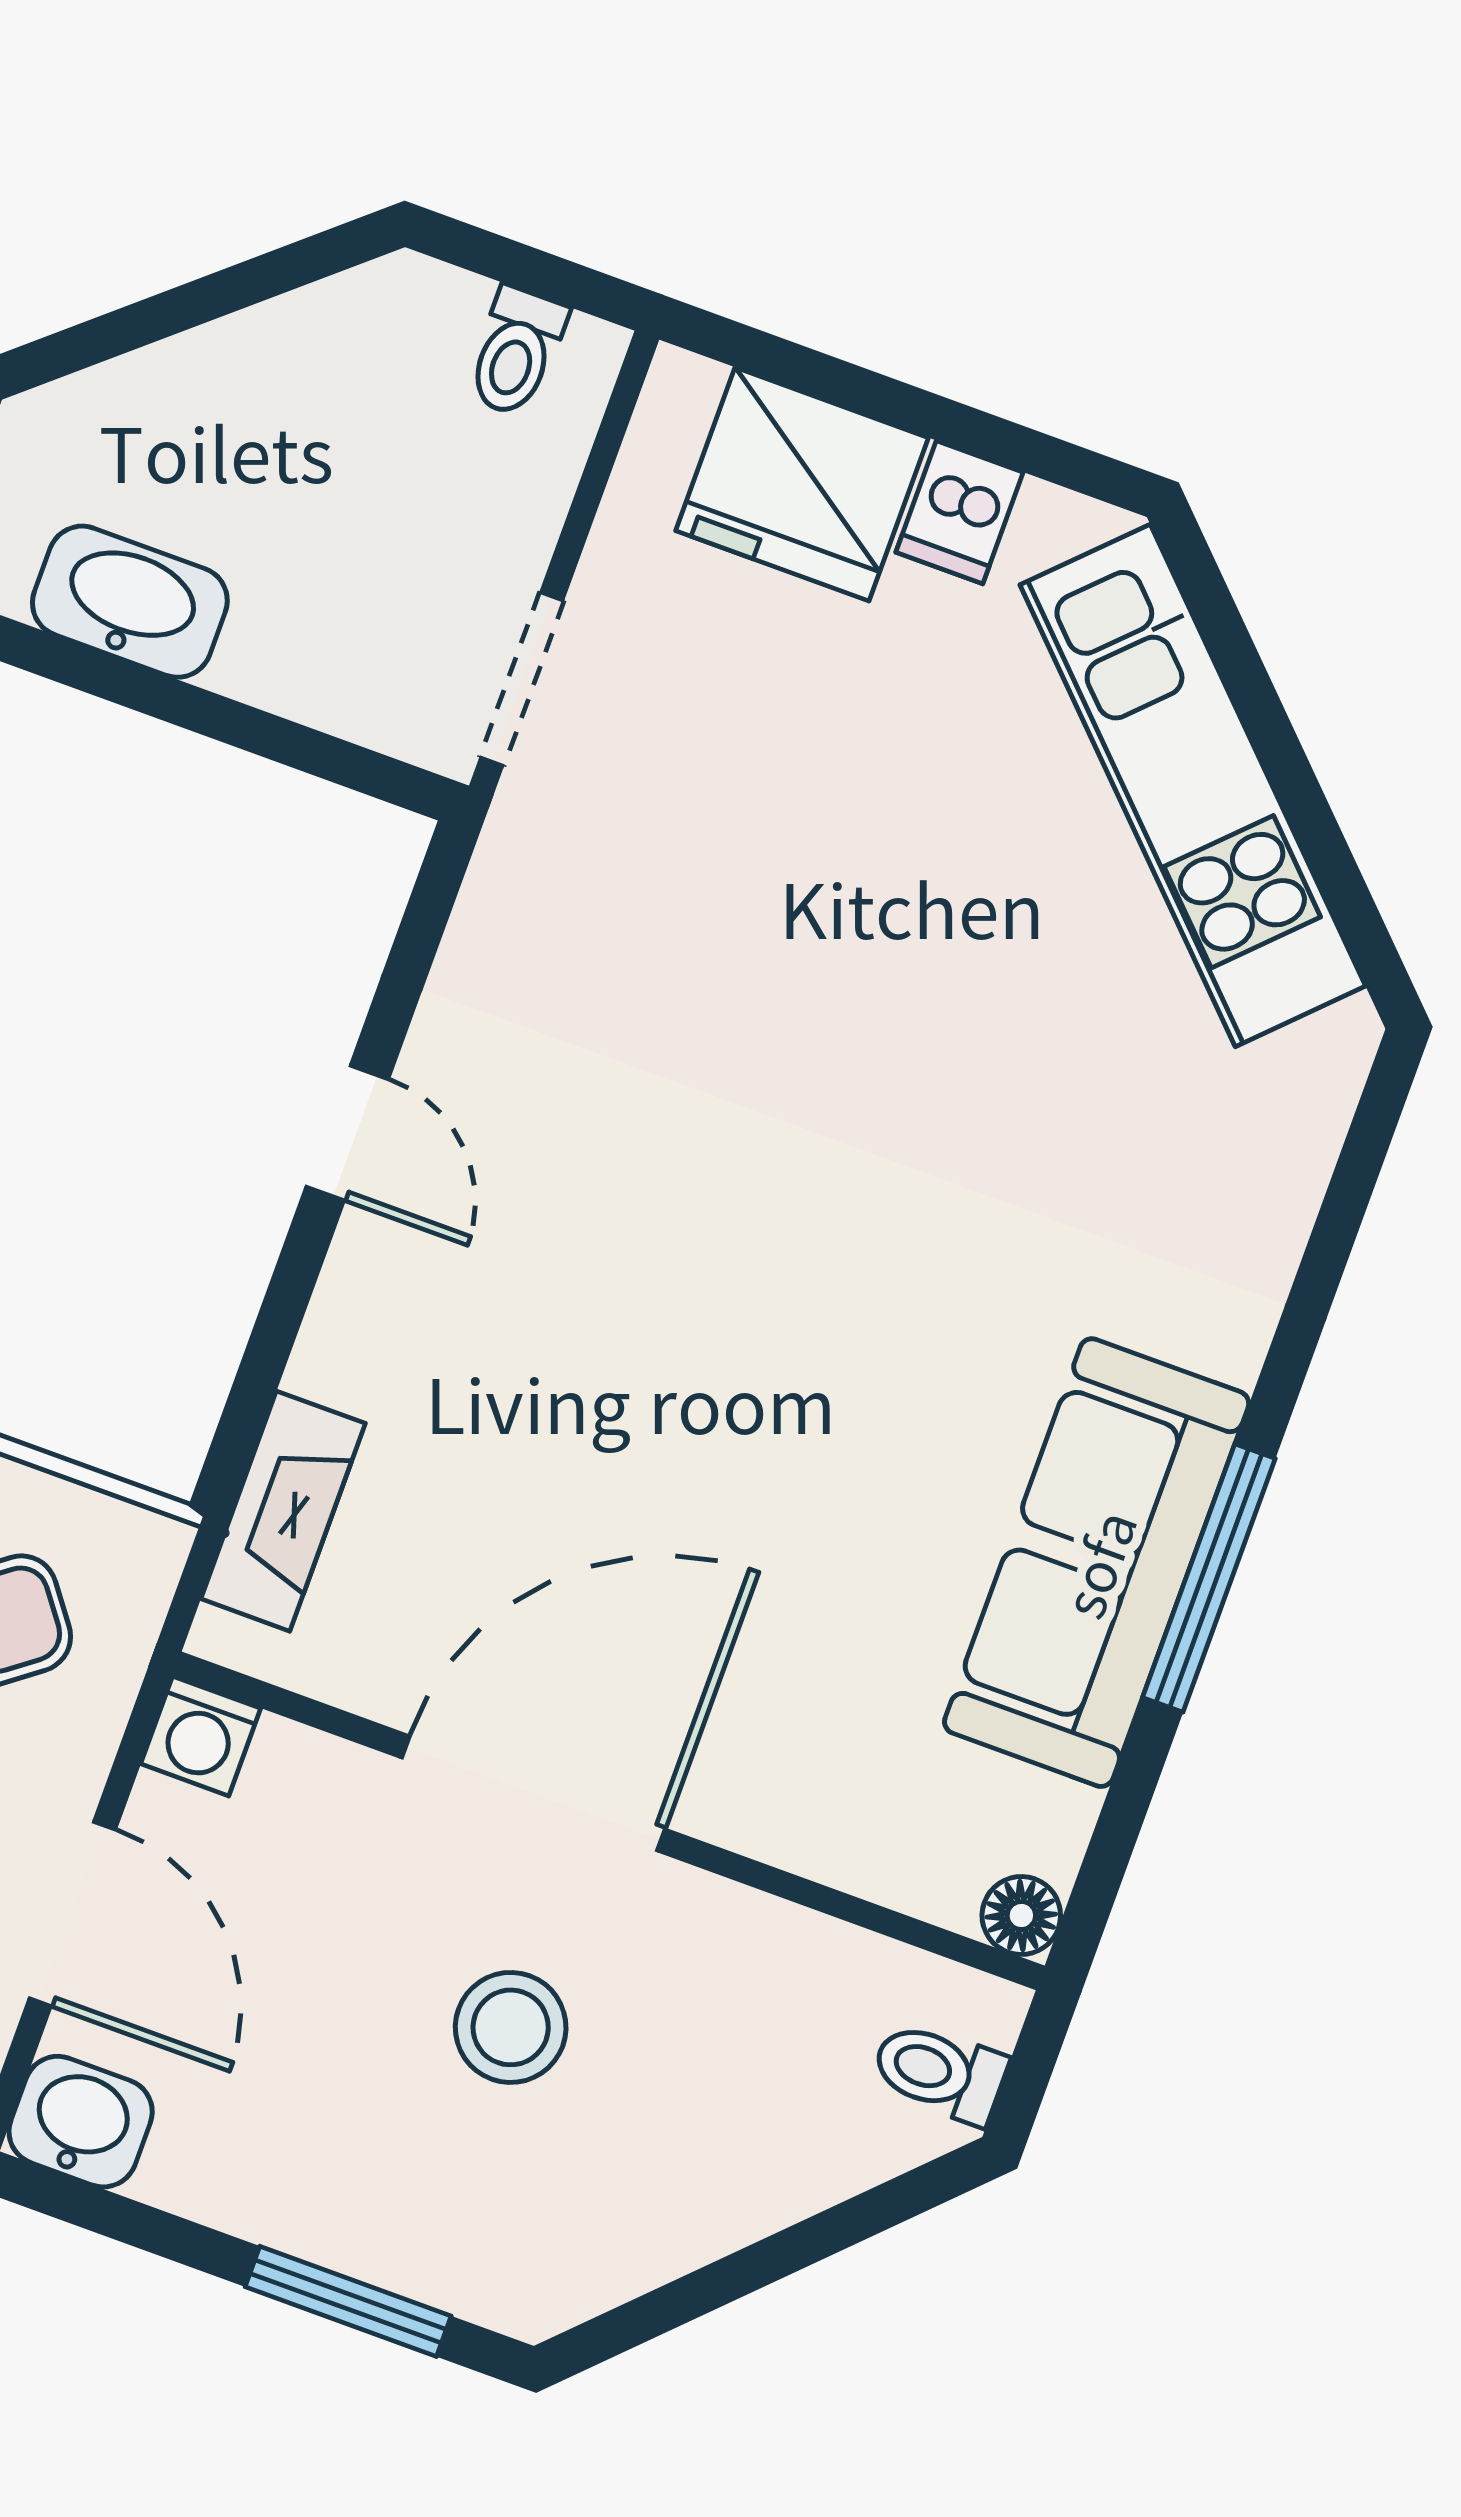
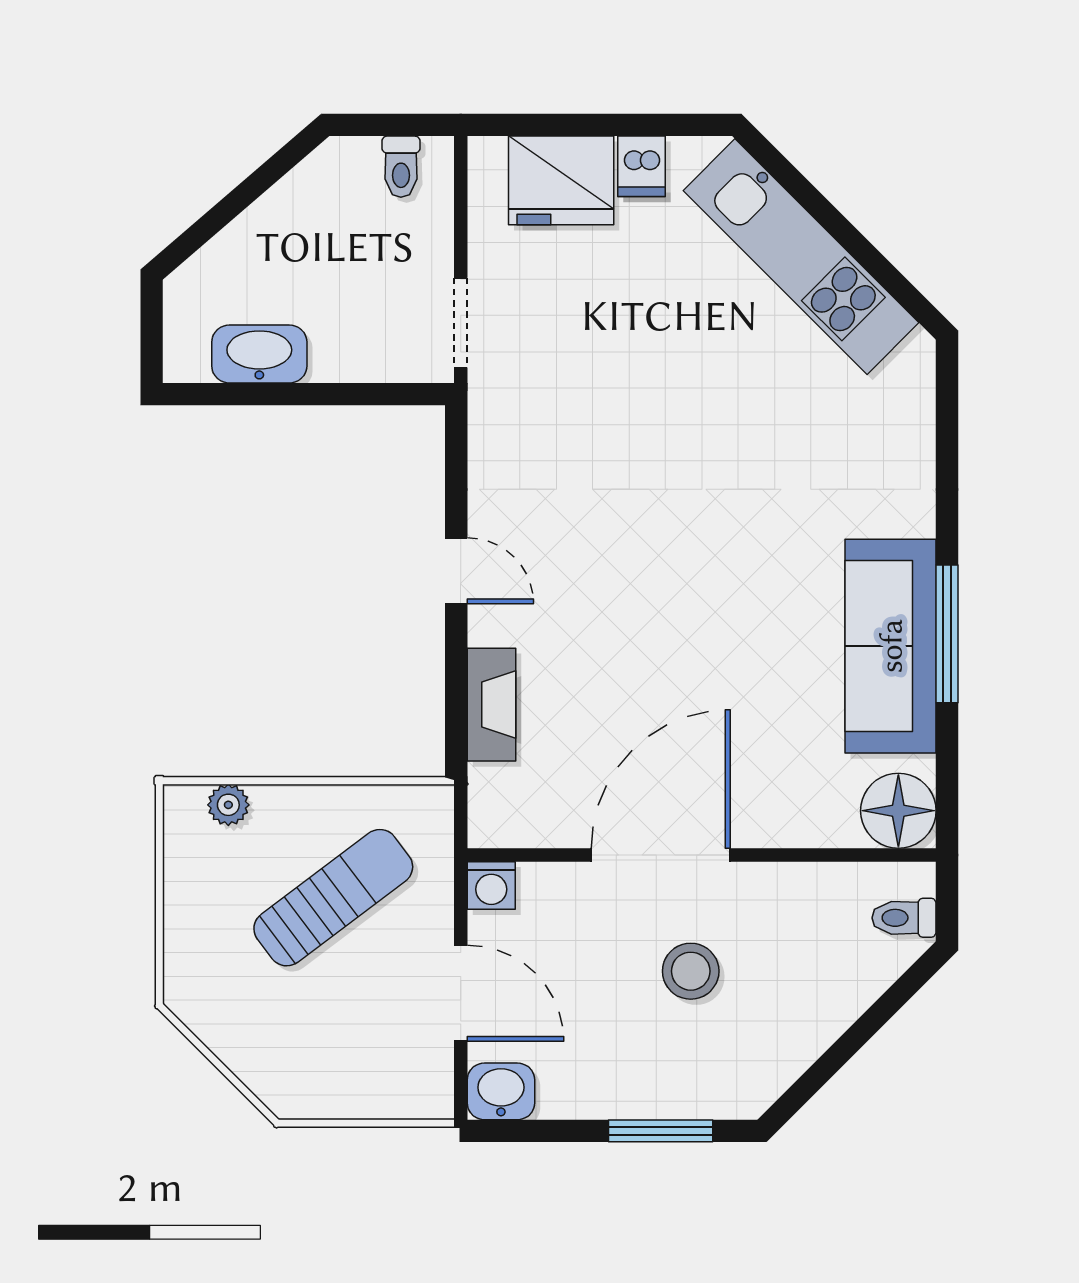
fireplace: (283, 1511) -> (491, 705), moved
floor lamp: (1021, 1916) -> (898, 811), width x1.89, depth x1.89

